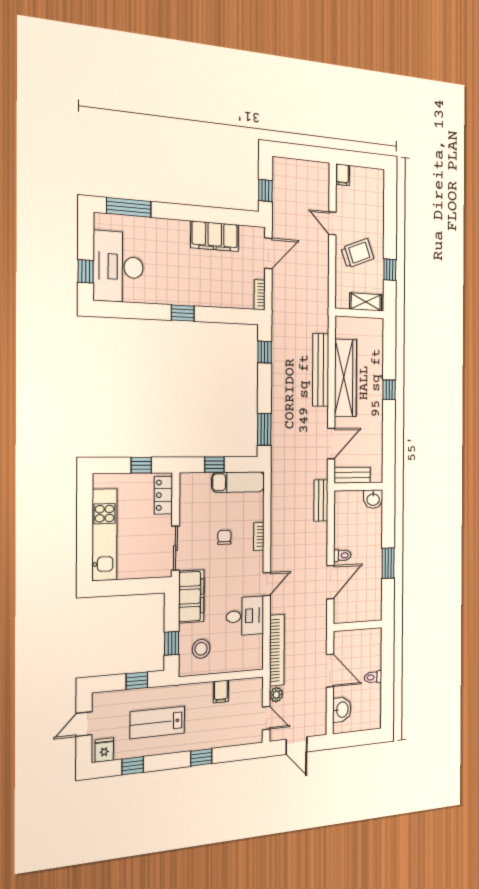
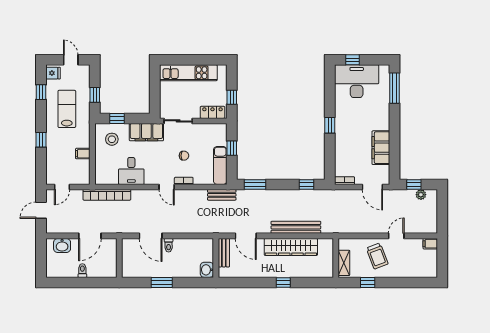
bench: (321, 500) -> (222, 195), moved
door: (267, 584) -> (167, 187), moved
plant: (276, 695) -> (421, 195), moved

